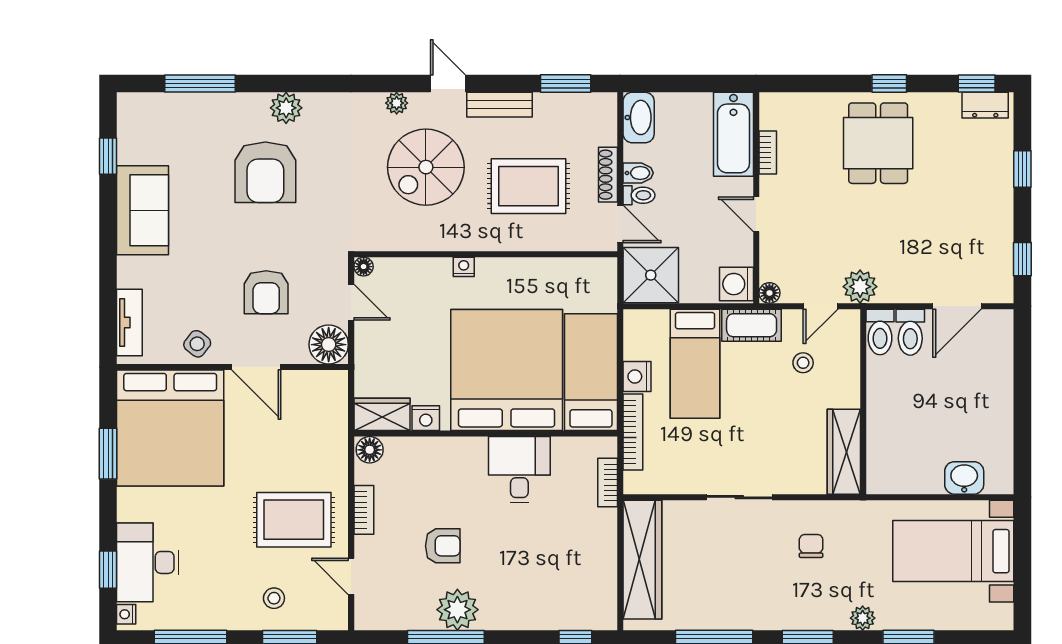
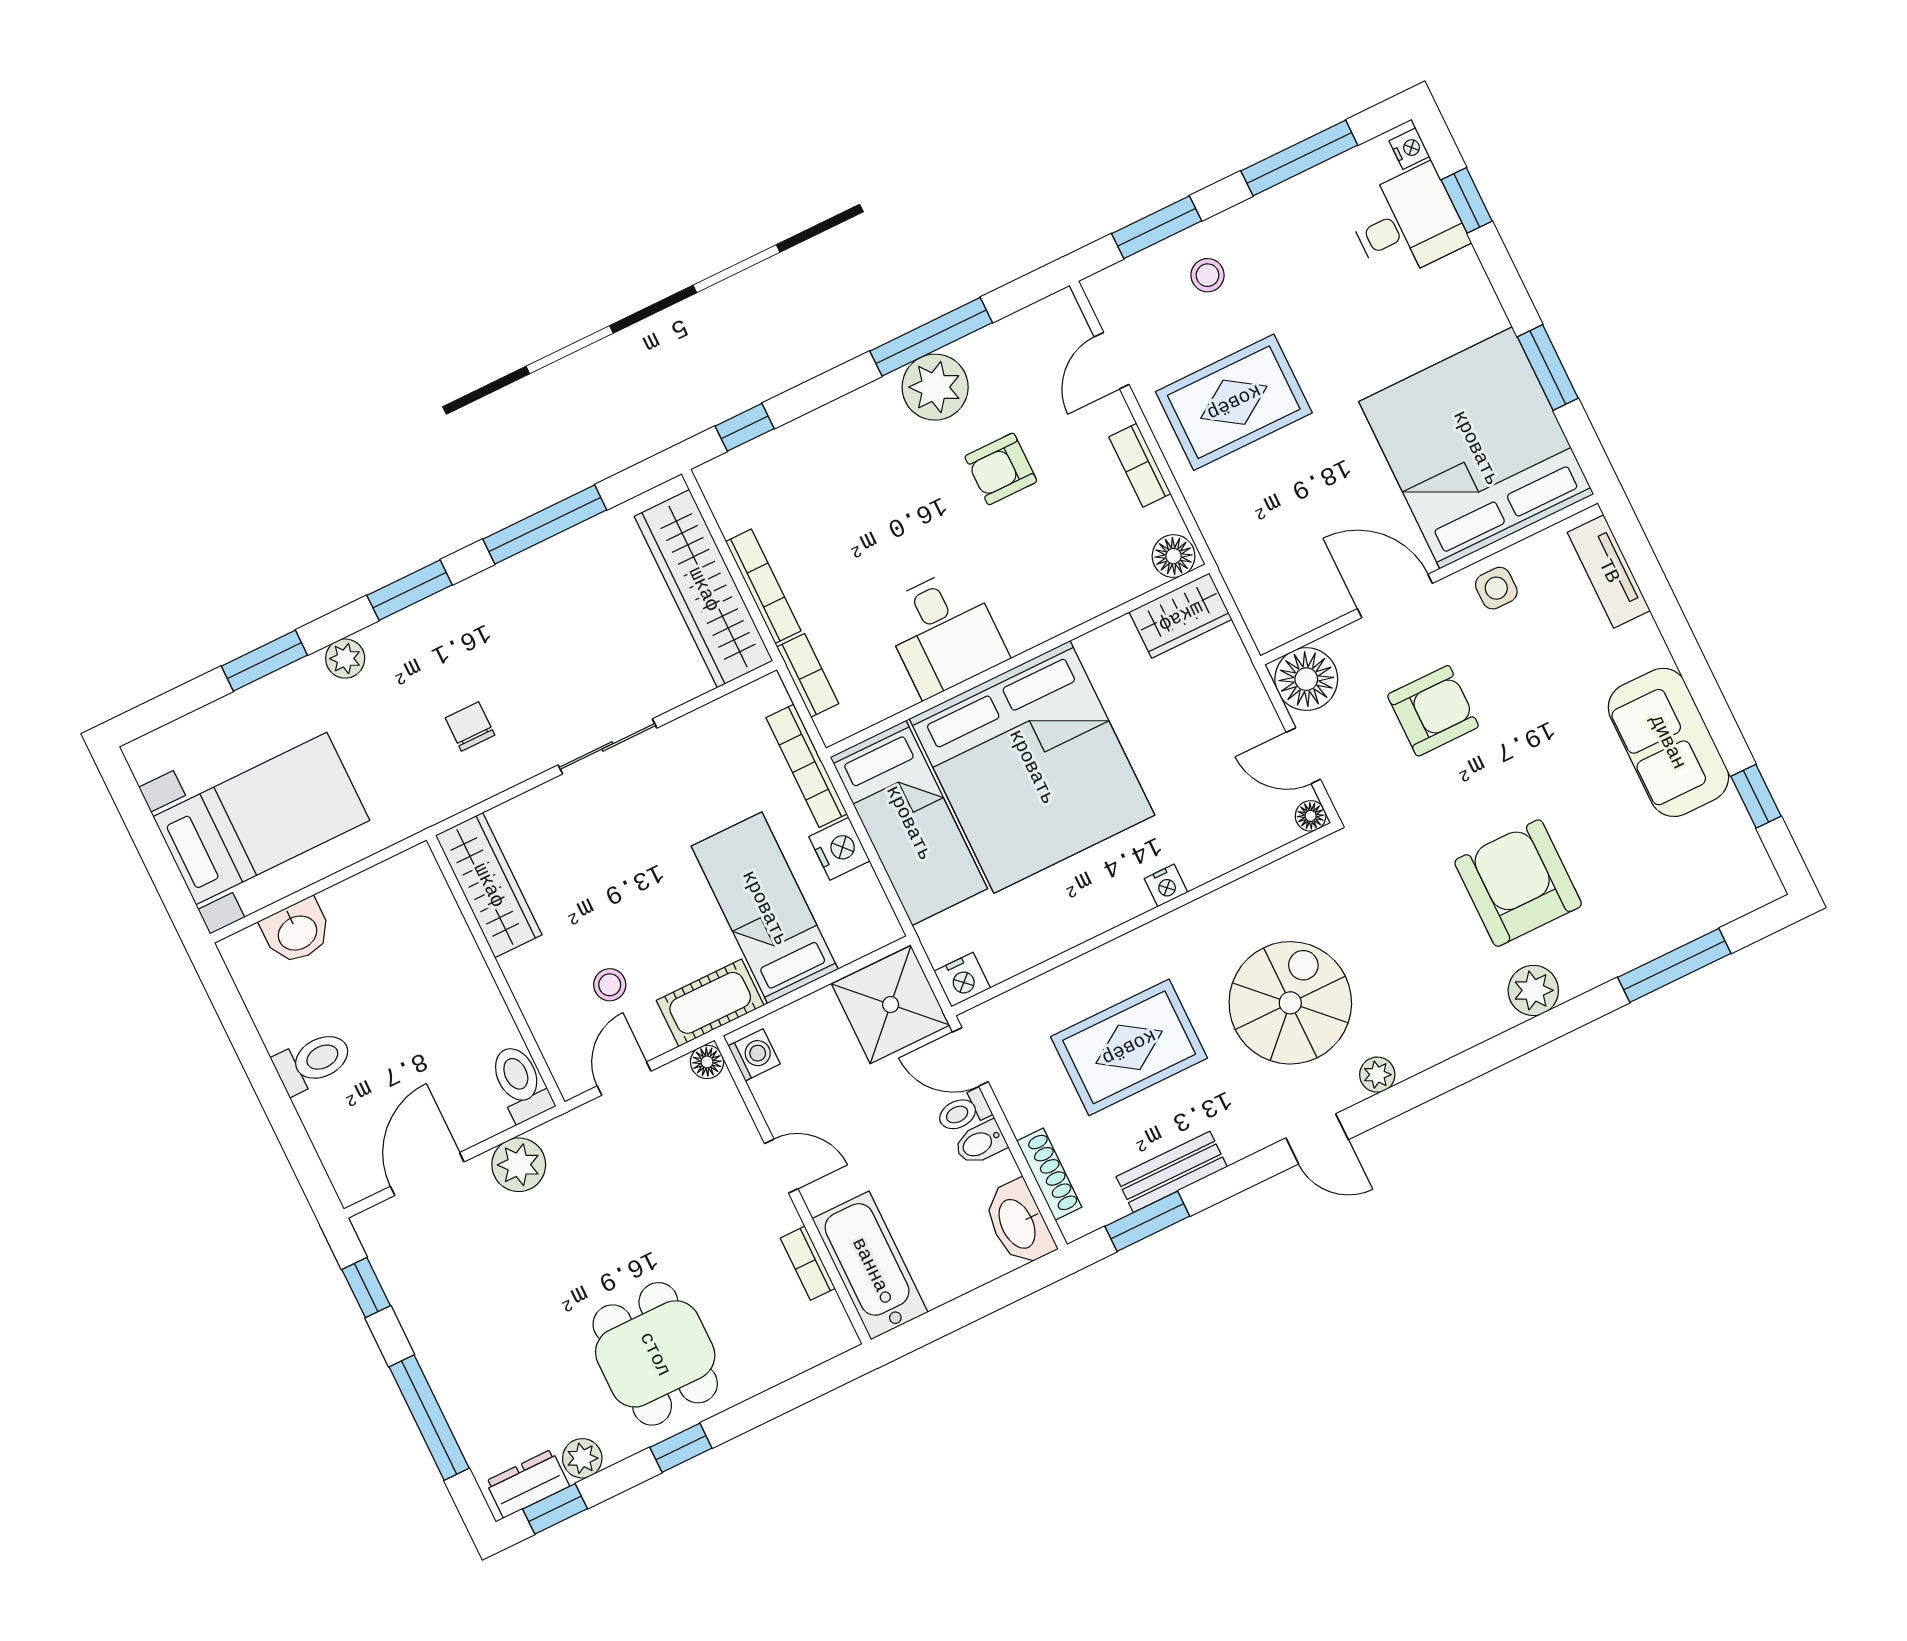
plant: (948, 104) -> (582, 1458), added
bench: (500, 105) -> (1172, 1172), moved
window: (1022, 169) -> (429, 1418), width x2.17
shoe rack: (608, 175) -> (1049, 1174), moved
washing machine: (736, 284) -> (754, 1055), width x0.73, depth x0.73
plant: (860, 287) -> (519, 1165), moved
armchair: (266, 292) -> (1433, 711), turned 90
toilet: (910, 332) -> (313, 1062), moved, turned 90
side table: (197, 344) -> (1496, 588), turned -38
nightstand: (426, 418) -> (962, 980), moved, turned 180
bookcase: (608, 545) -> (763, 586), added
chair: (811, 546) -> (470, 726), turned 180
desk: (148, 562) -> (1407, 223), width x0.73
door: (351, 576) -> (1112, 361), swing flipped

